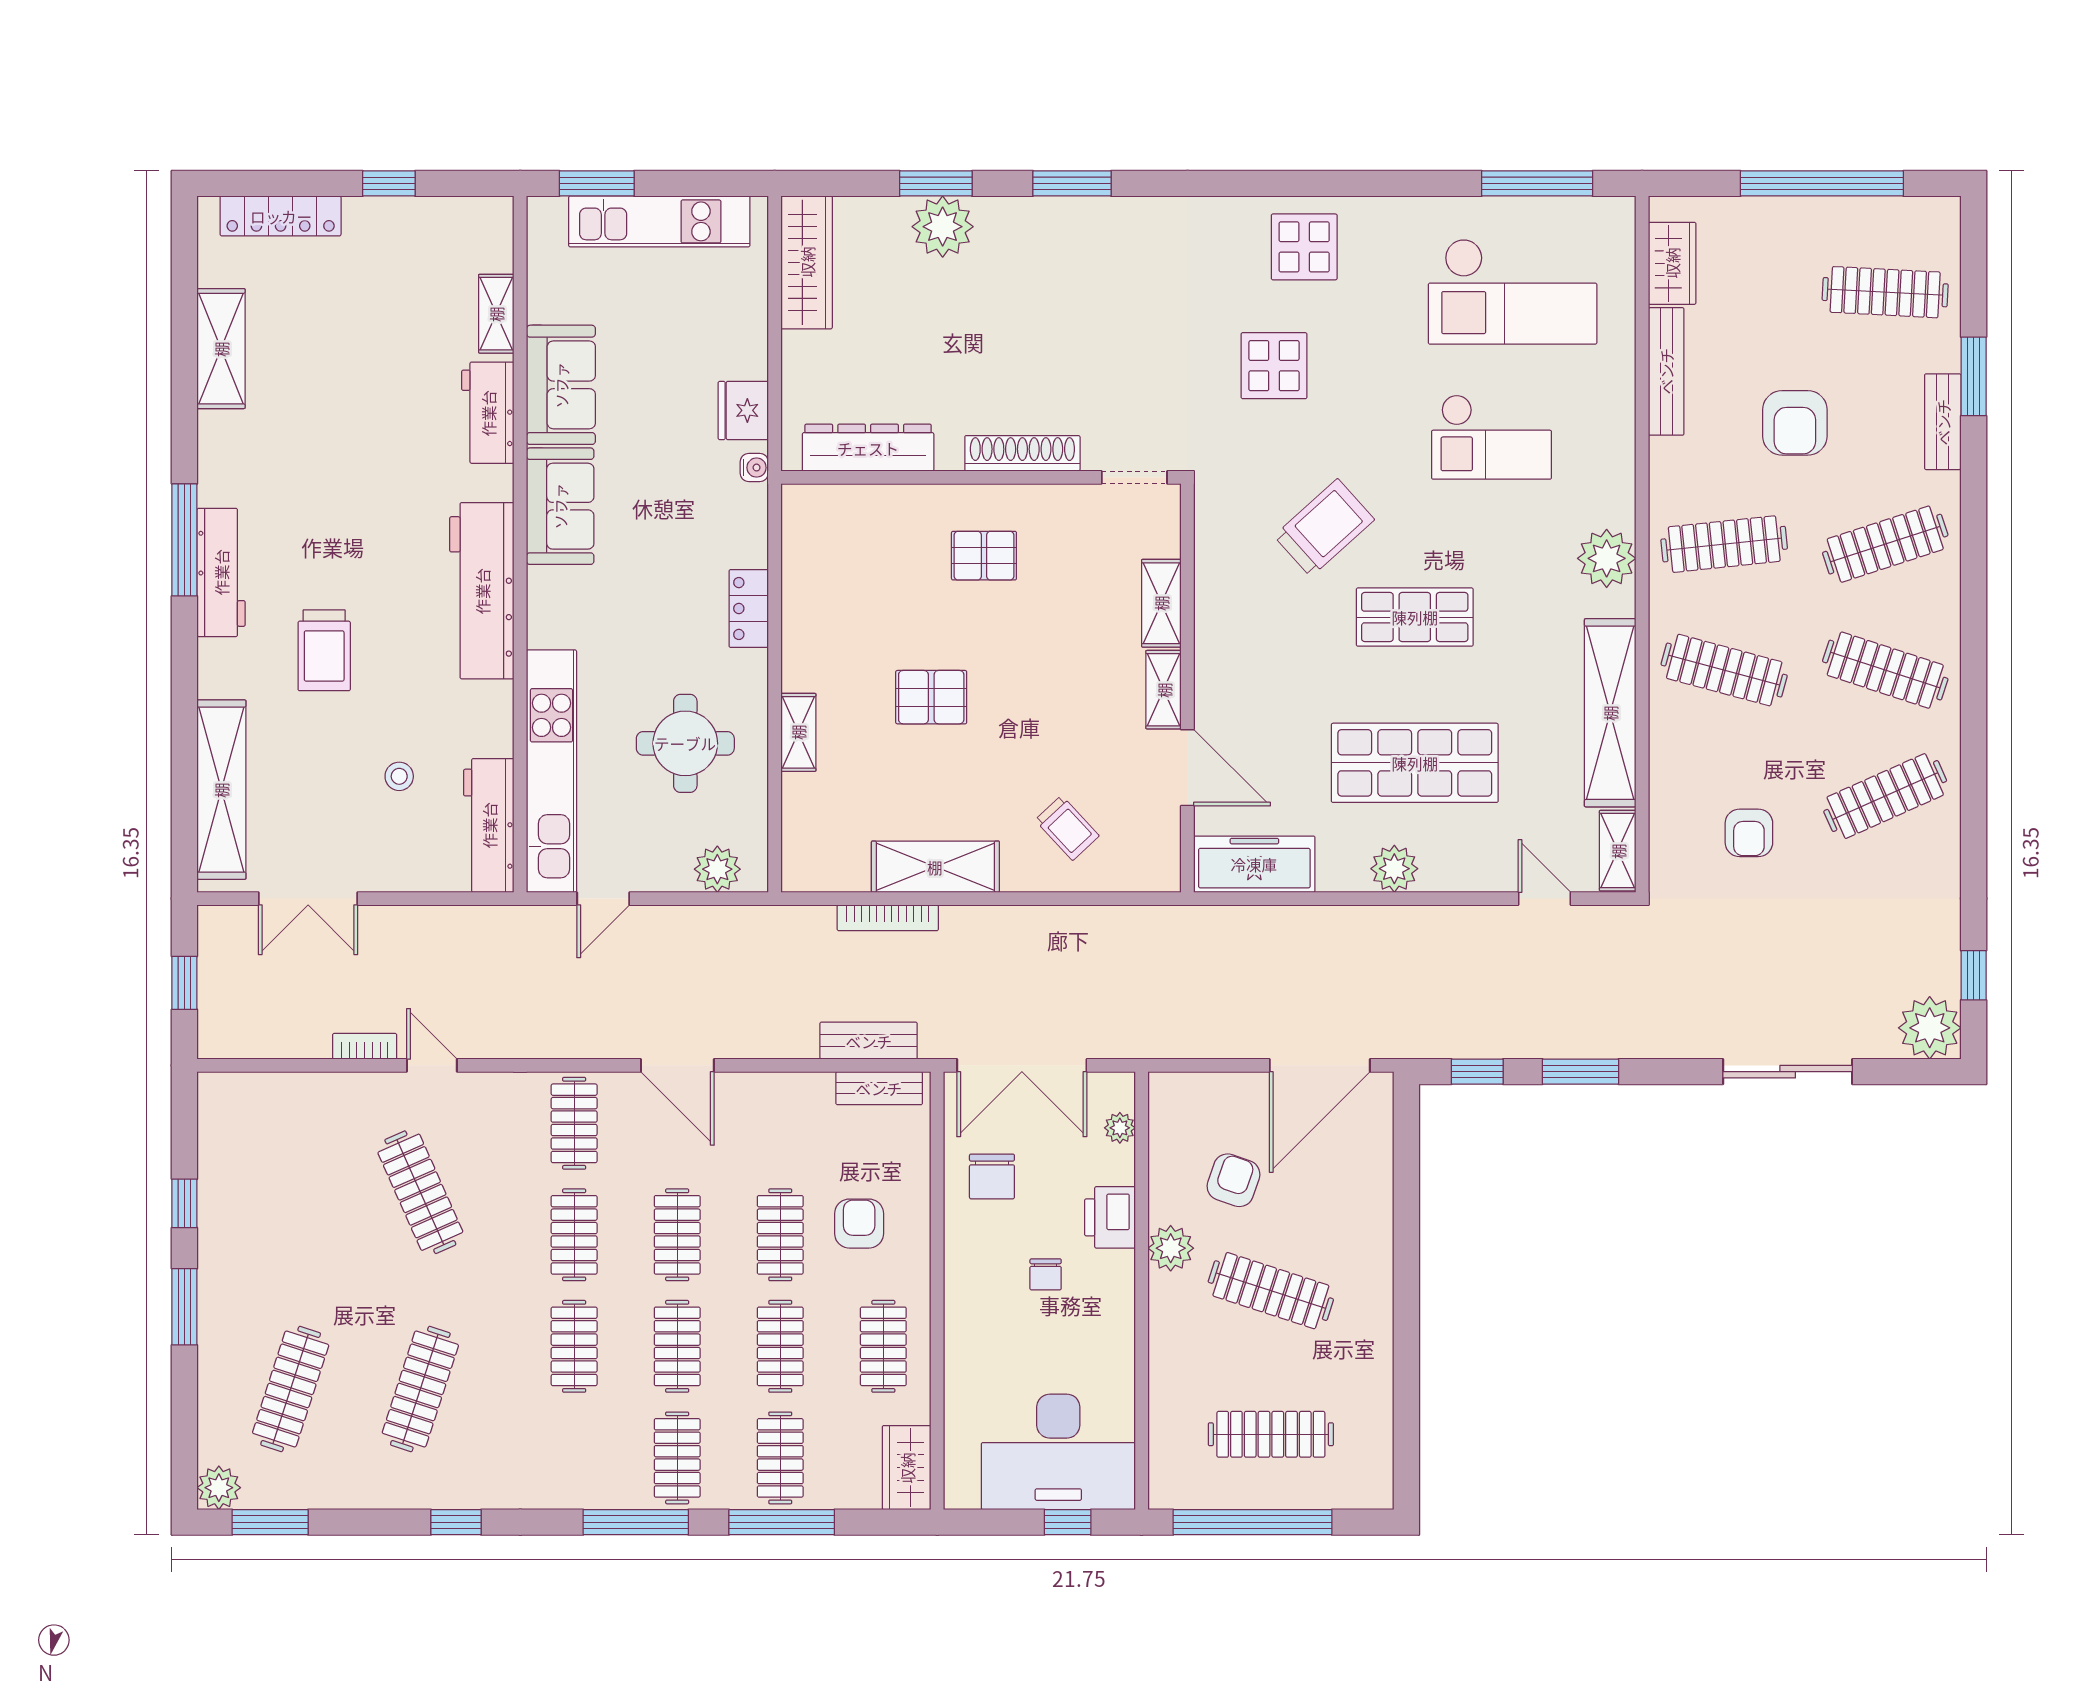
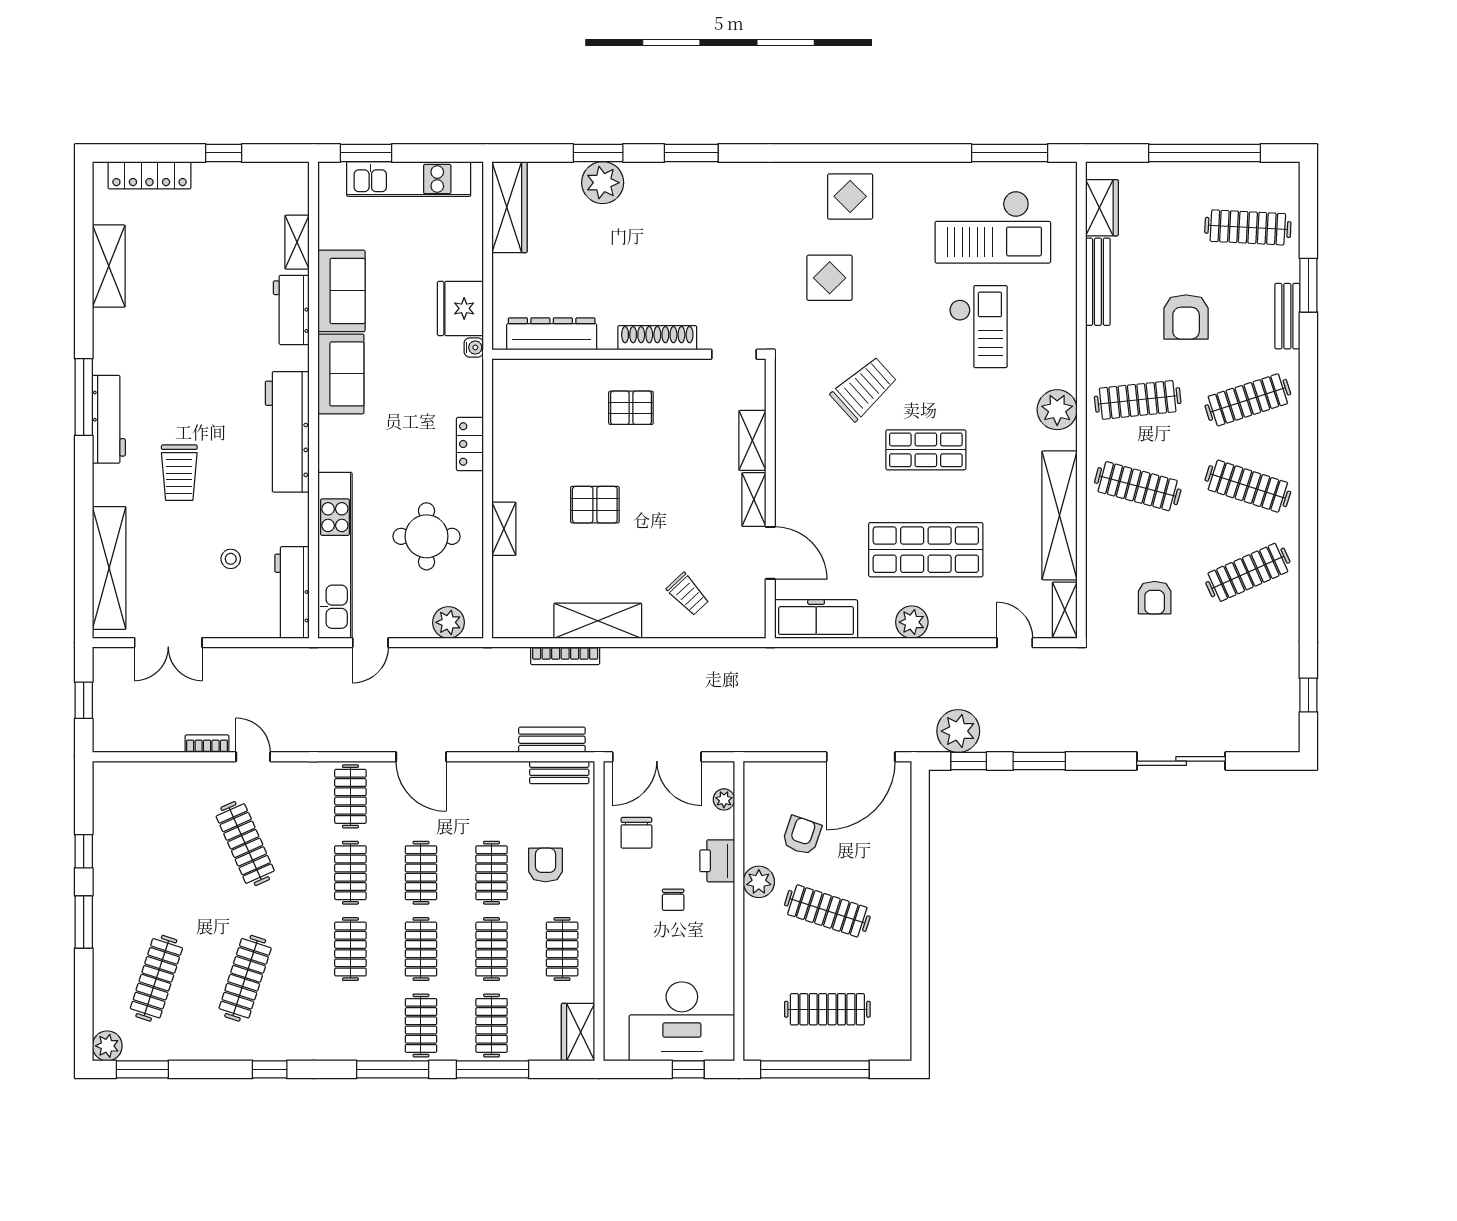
fridge: (743, 410) -> (460, 308), width x1.36, depth x1.34
checkout: (1491, 437) -> (978, 327), turned -90
plant: (1930, 1028) -> (958, 731), moved

